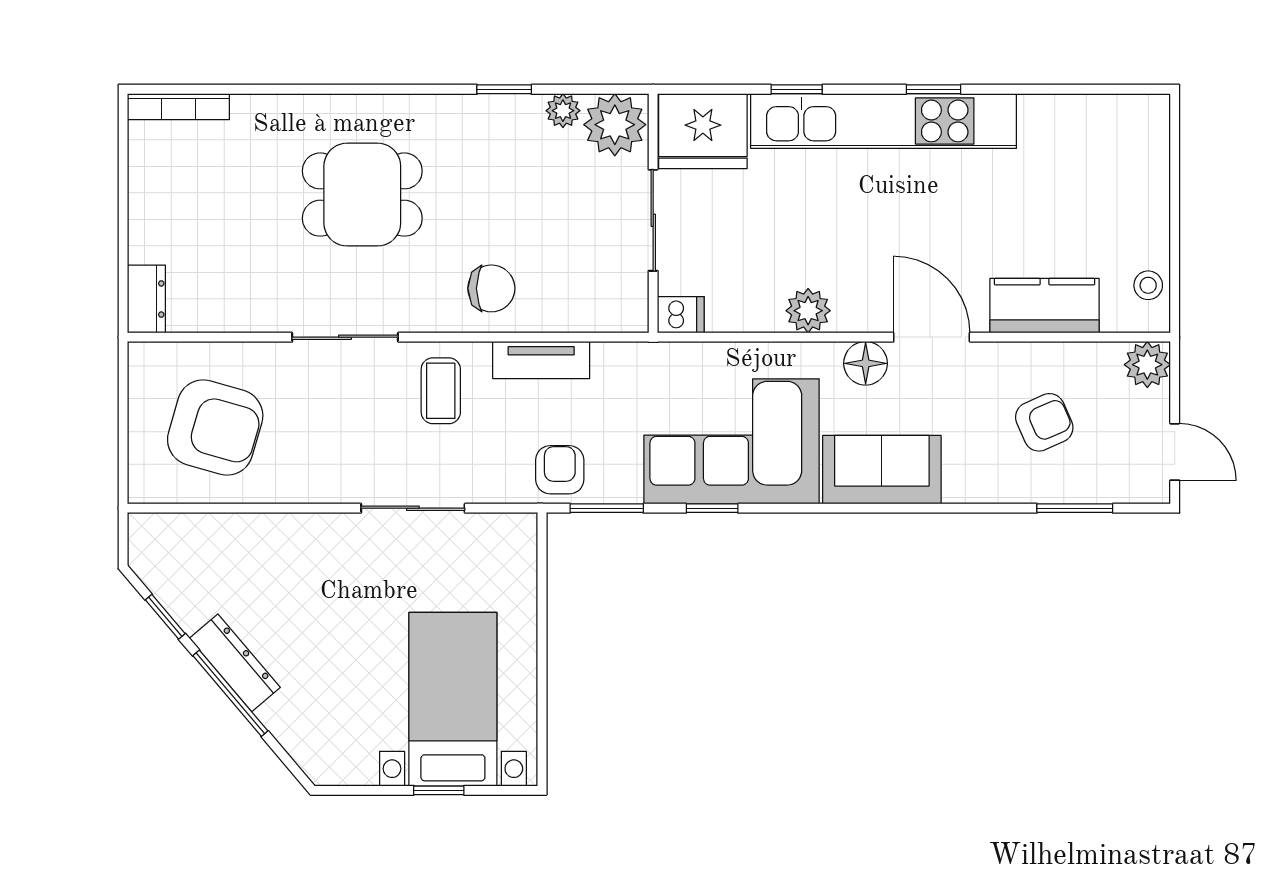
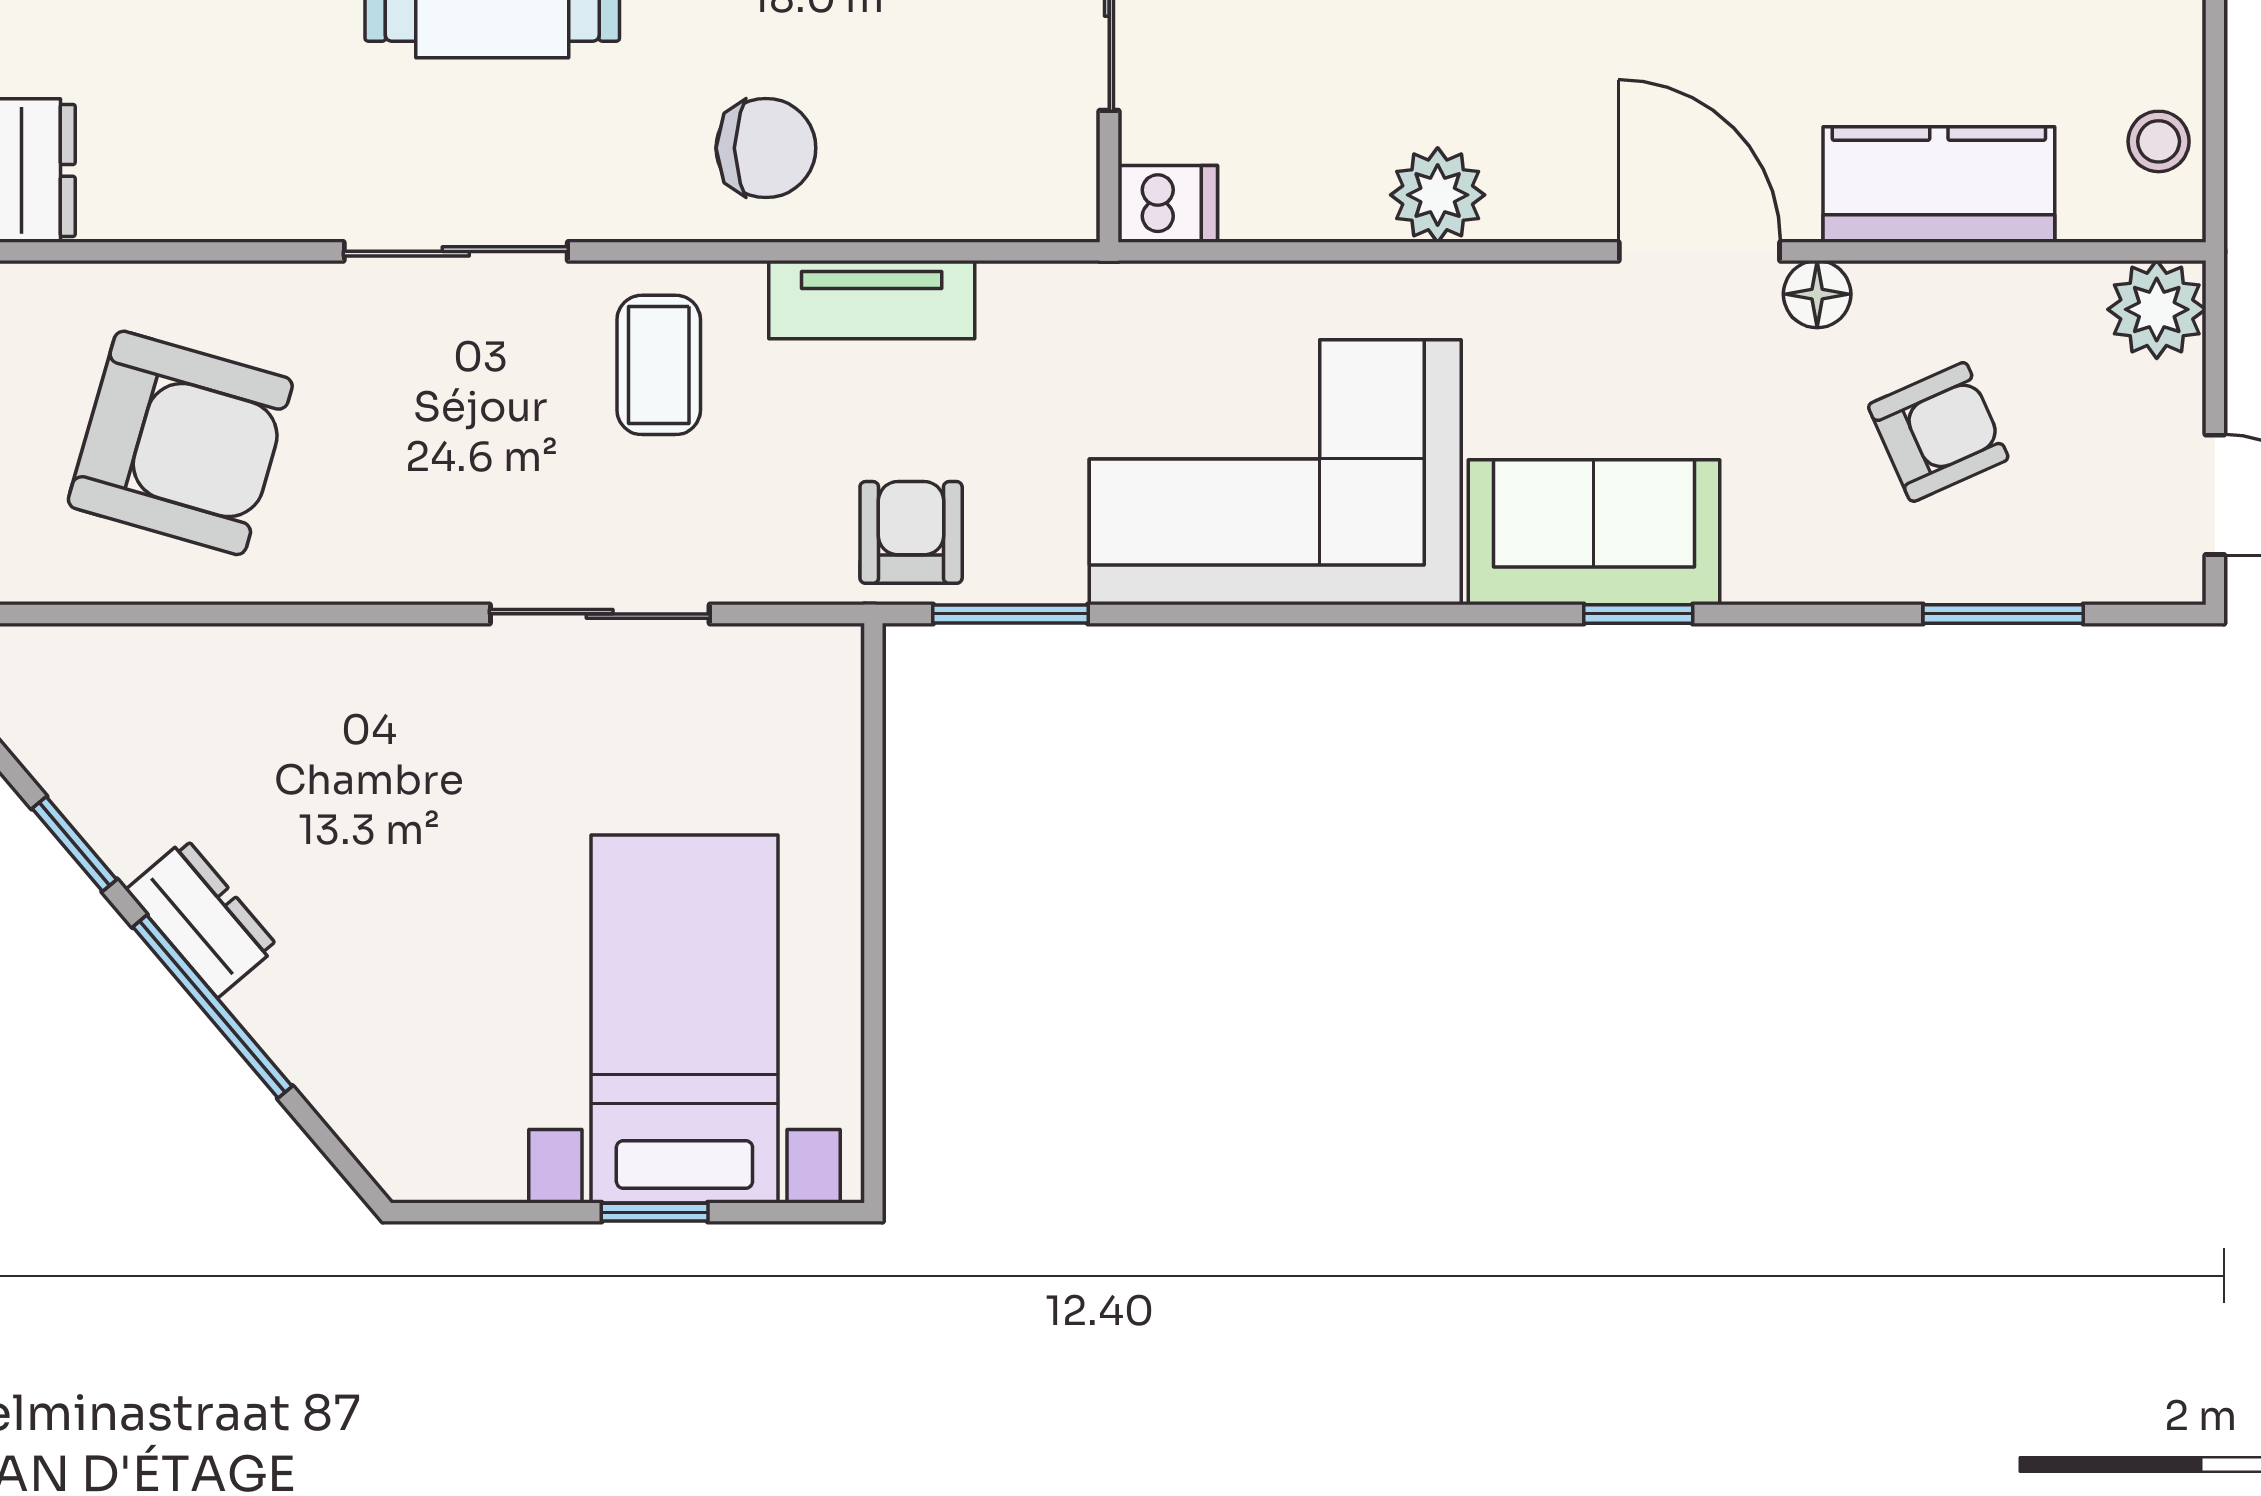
floor lamp: (866, 363) -> (1817, 294), moved, width x0.73, depth x0.73
window: (712, 508) -> (1638, 614), moved
dresser: (235, 663) -> (202, 918), width x0.70

